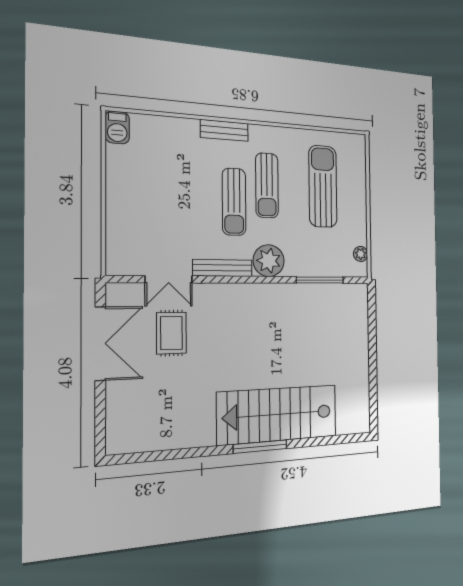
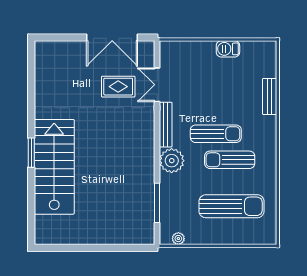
barbecue: (117, 127) -> (228, 49), moved
bench: (224, 130) -> (270, 96), moved
sun lounger: (234, 202) -> (216, 134), turned 180
window: (260, 447) -> (31, 153), width x0.69

